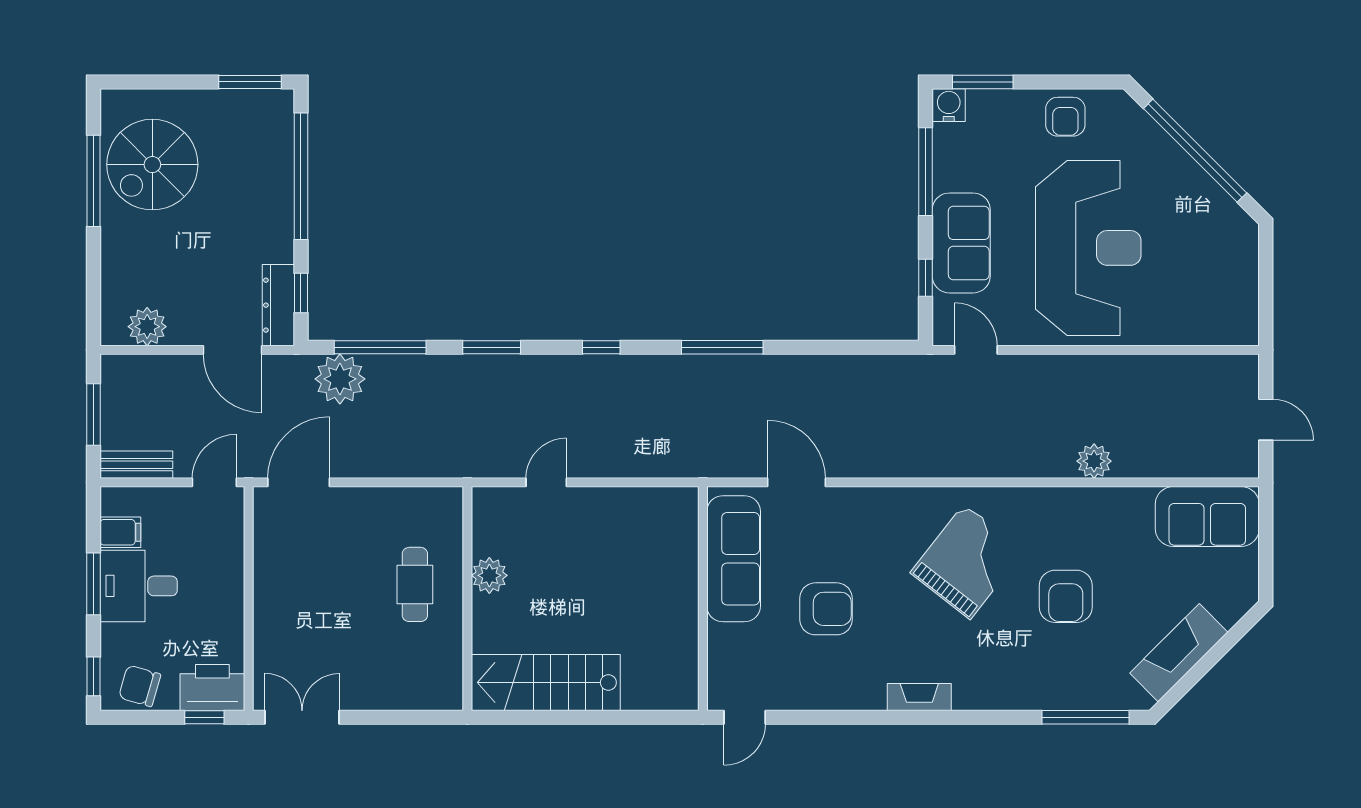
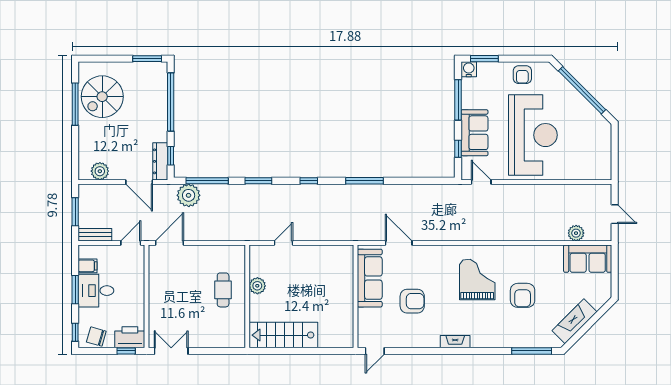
plant: (1094, 461) -> (576, 233), moved
grand piano: (967, 562) -> (477, 279), turned -38

